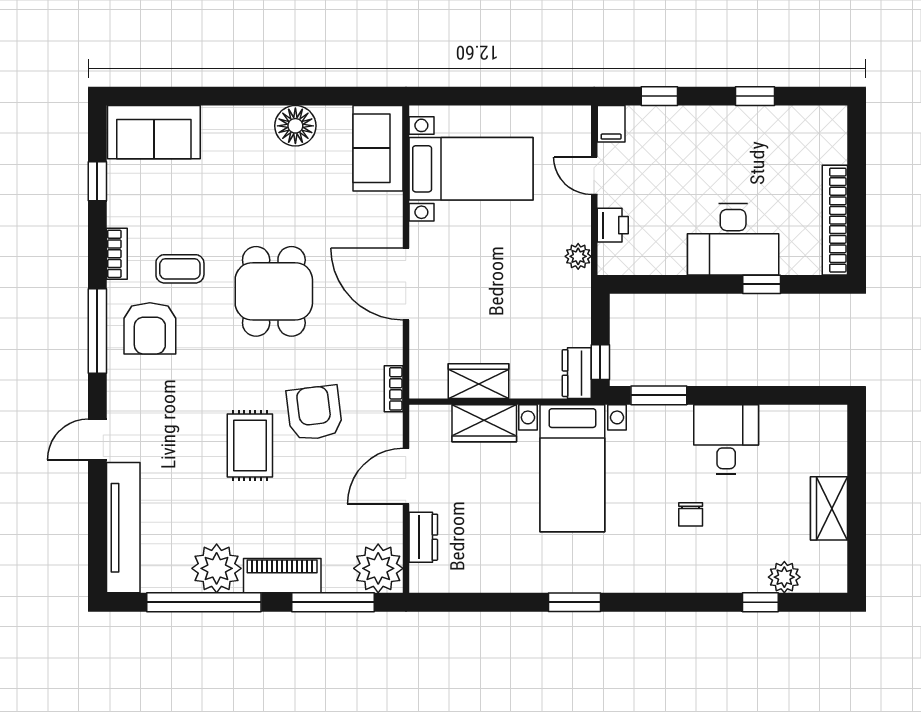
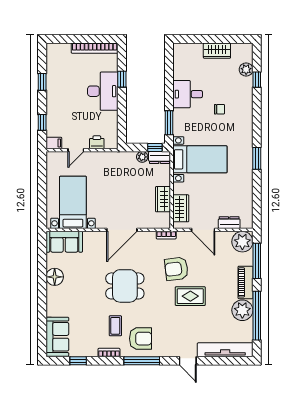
plant: (578, 256) -> (142, 157), moved
wardrobe: (484, 423) -> (181, 208), moved

